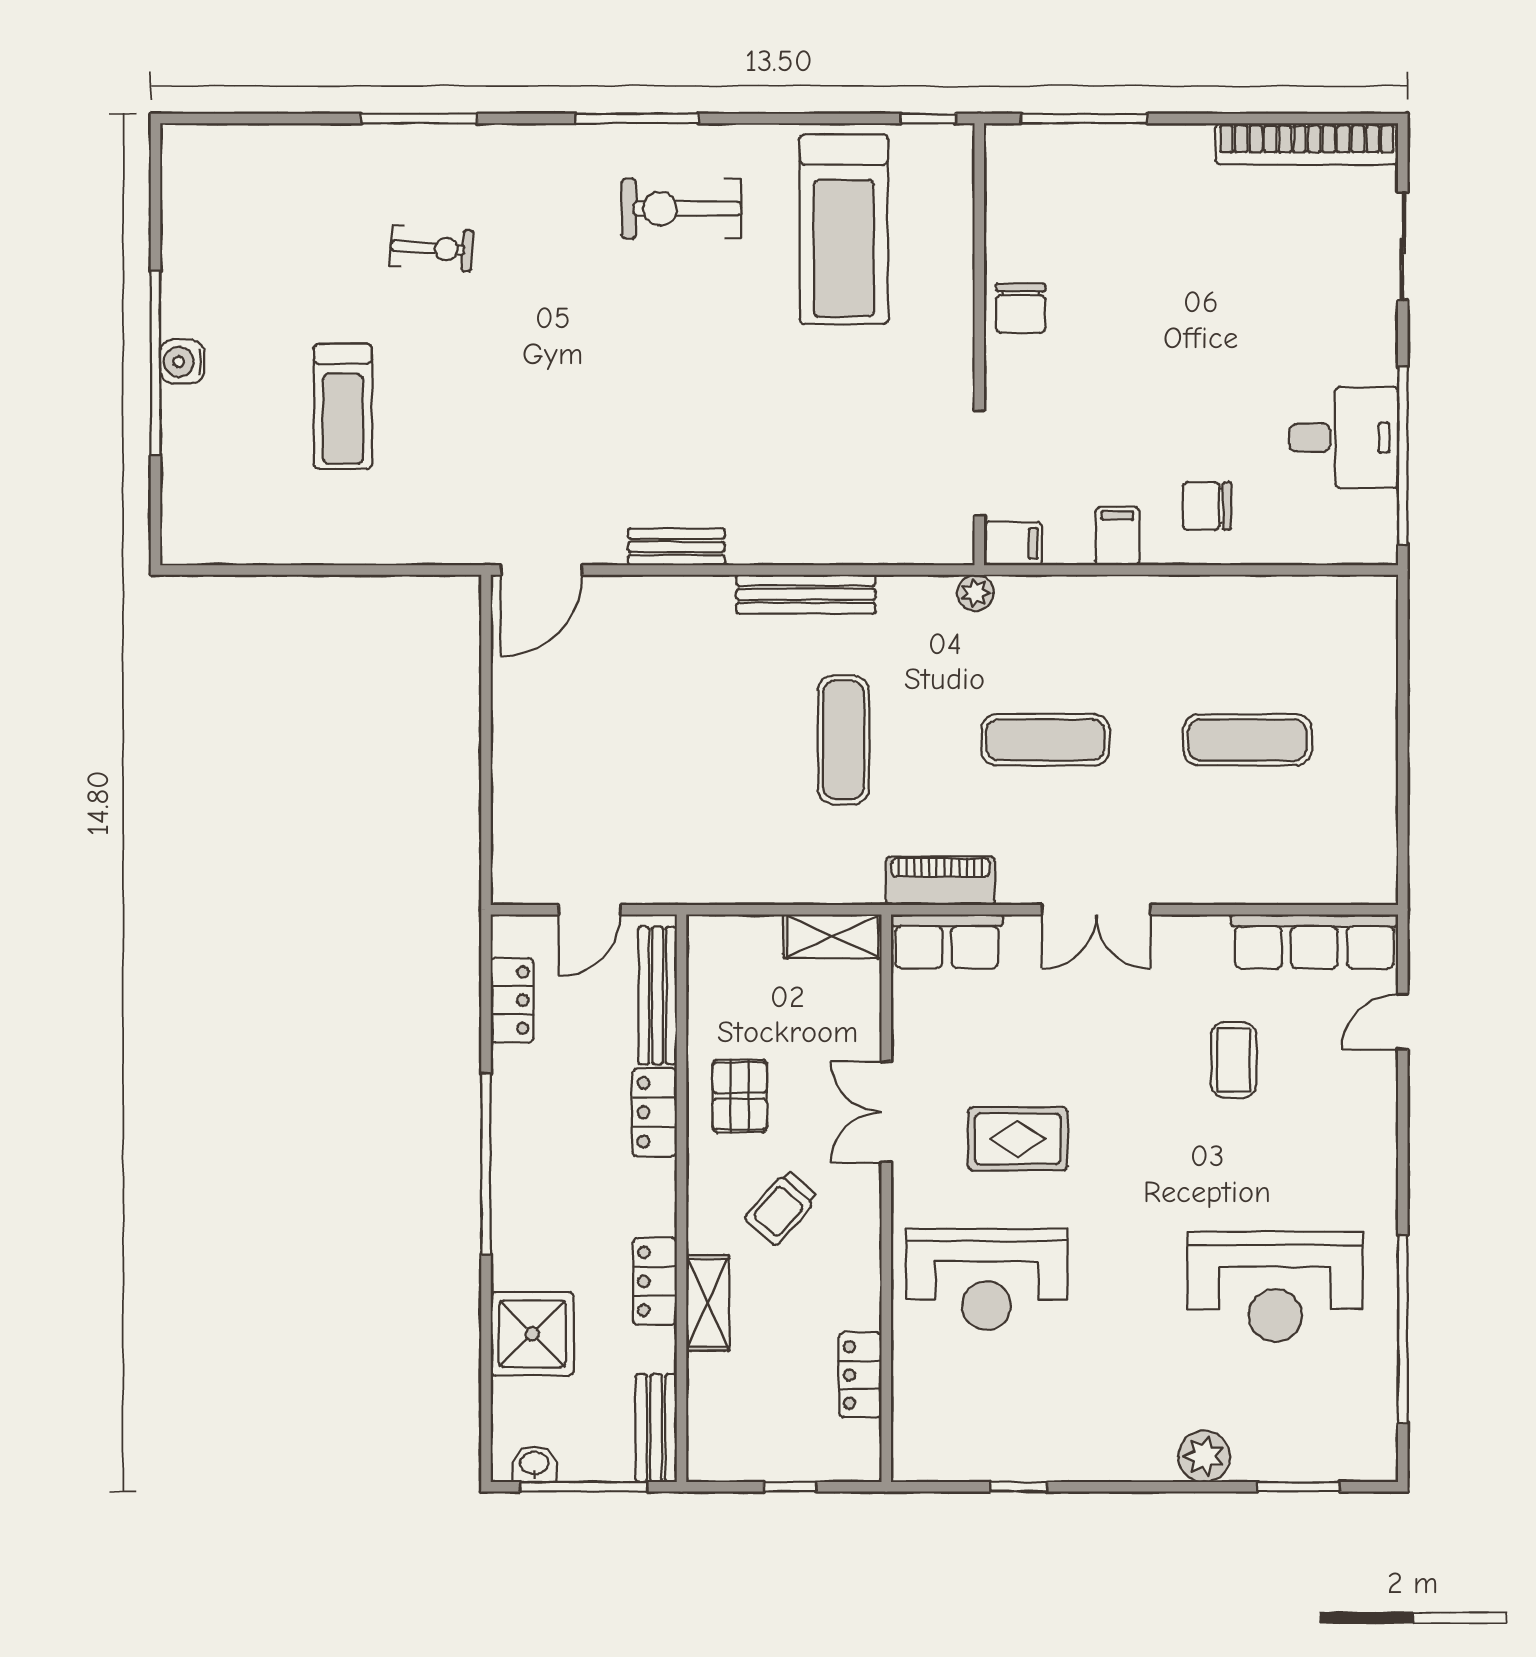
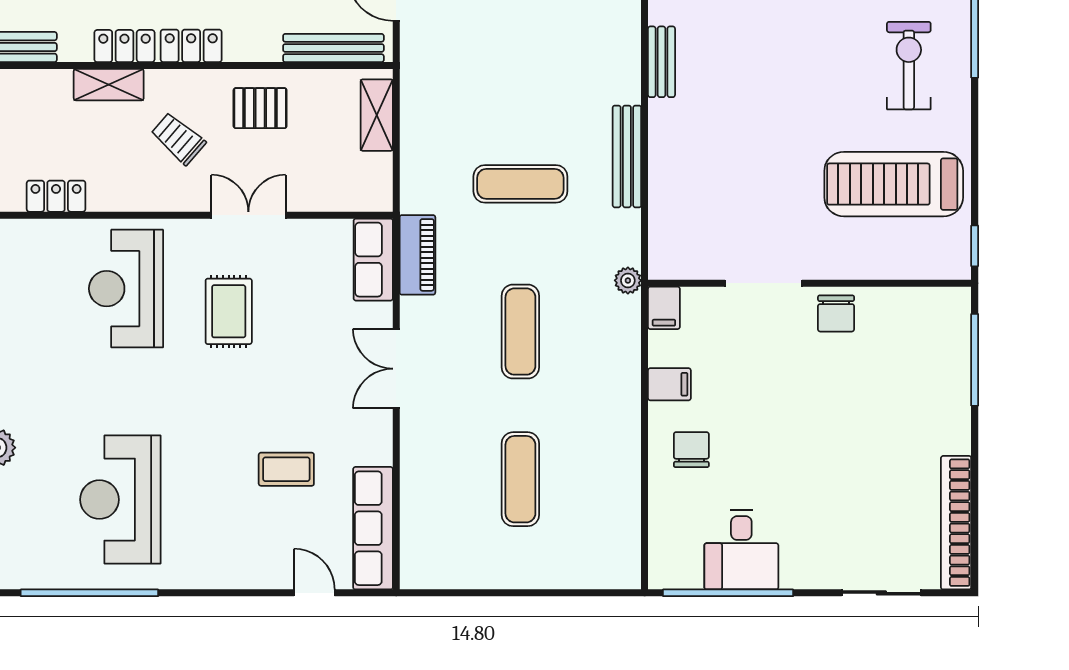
chair: (1021, 308) -> (836, 313), turned -90
doorway: (979, 463) -> (763, 283), moved
shelving: (833, 936) -> (377, 115), moved
locker: (655, 1112) -> (191, 46), moved

